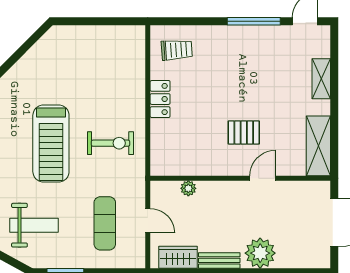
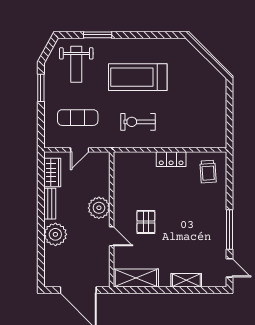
exercise bike: (111, 143) -> (138, 122), turned 90
plant: (188, 188) -> (99, 208), moved, width x1.87, depth x1.87

